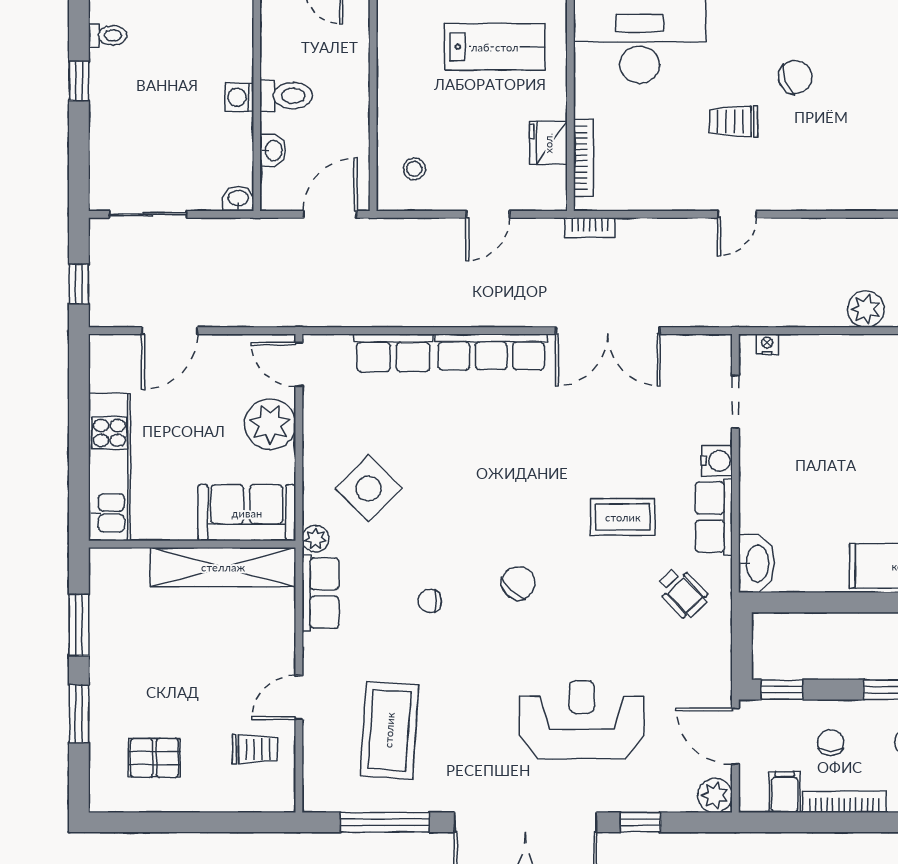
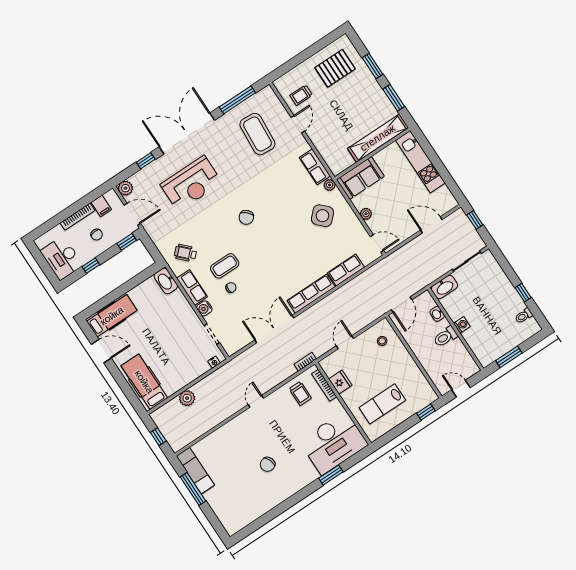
trolley: (733, 121) -> (300, 393), moved, turned 90
washbasin: (238, 199) -> (444, 287), width x1.91, depth x1.45
door: (169, 331) -> (431, 225), hinge flipped
plant: (270, 424) -> (366, 214), width x0.53, depth x0.53
shelving: (223, 567) -> (378, 138), moved
chair: (430, 601) -> (231, 288), moved
pallet: (154, 758) -> (335, 68), width x1.50, depth x1.42

